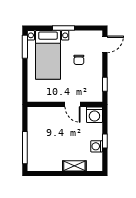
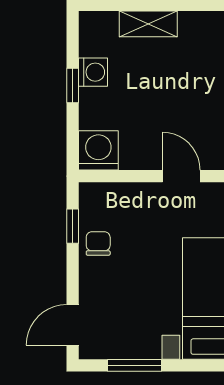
window: (63, 28) -> (135, 365), moved
chair: (79, 60) -> (98, 243), moved
door: (73, 104) -> (181, 176), moved

